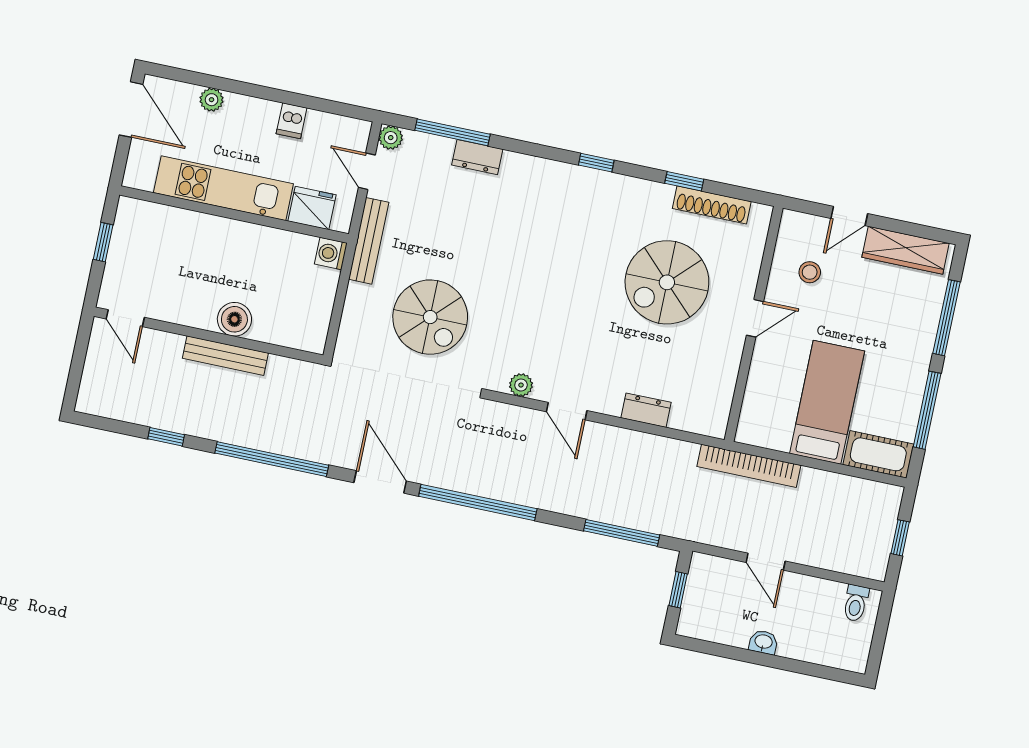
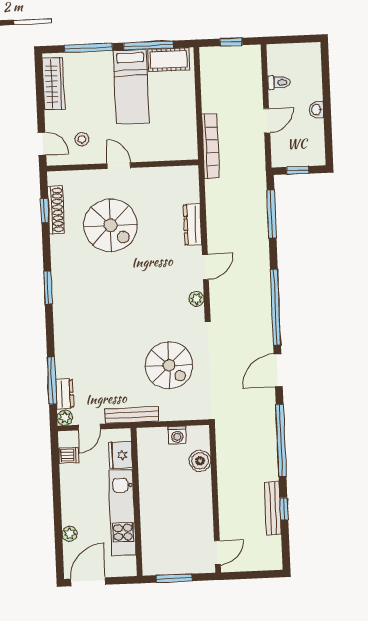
dishwasher: (292, 121) -> (69, 455), moved
dresser: (477, 157) -> (65, 394), moved
window: (596, 163) -> (48, 287), width x1.50
window: (684, 181) -> (45, 211), moved
door: (849, 216) -> (42, 144), moved
window: (103, 242) -> (174, 578), width x1.50
washing machine: (331, 254) -> (177, 435), moved
spiral stairs: (430, 317) -> (169, 365), turned 90
boiler: (234, 319) -> (200, 461), moved
bench: (225, 356) -> (273, 508), moved
bed: (827, 402) -> (131, 87), moved, turned -90
dresser: (646, 410) -> (193, 225), width x1.44
cot: (878, 454) -> (169, 59), moved, turned 90
toilet: (856, 603) -> (279, 82), moved

